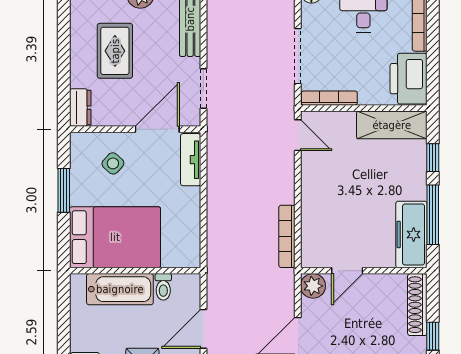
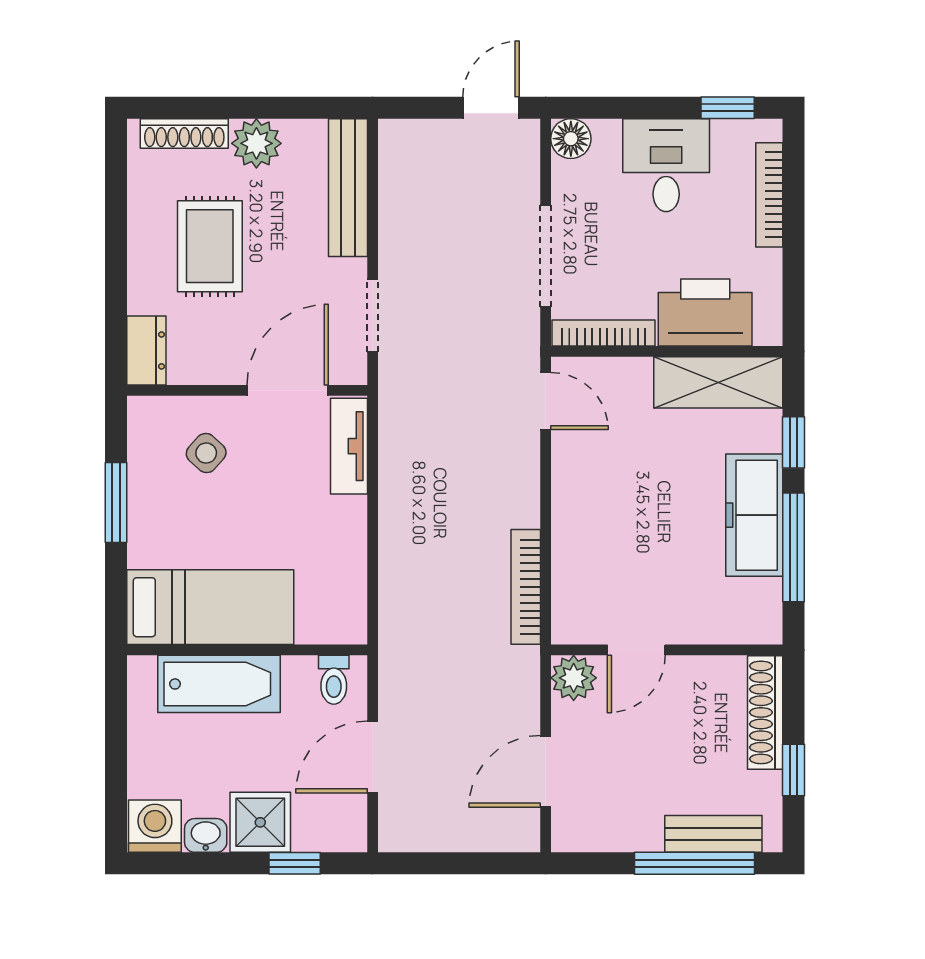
printer: (409, 79) -> (705, 313), moved, turned 90
freezer: (411, 234) -> (754, 515), moved
bed: (115, 237) -> (210, 607), width x0.67
toilet: (163, 287) -> (334, 680), moved

